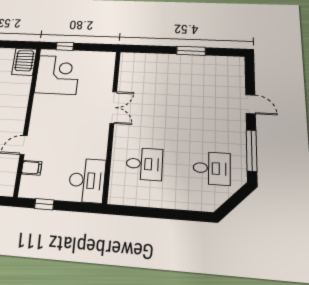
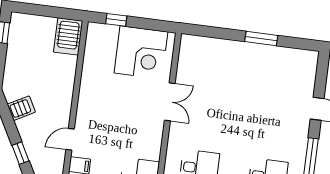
corner desk: (57, 75) -> (141, 52), moved, turned 90

